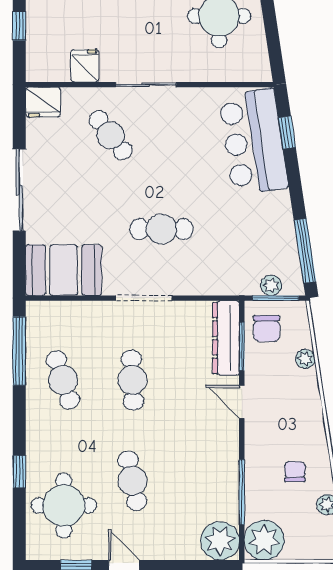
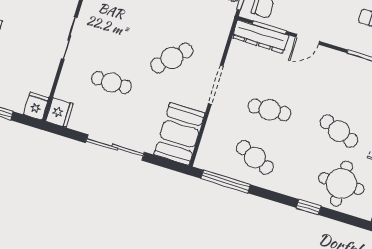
fridge: (85, 66) -> (36, 106), moved, turned 90
cafe table: (111, 135) -> (111, 82), moved, turned 38
cafe table: (161, 229) -> (172, 58), turned 45
cafe table: (63, 380) -> (255, 158), turned 42
cafe table: (132, 481) -> (339, 131), turned 33

